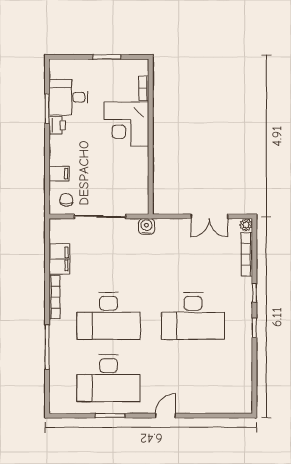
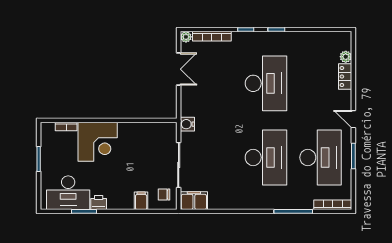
desk: (68, 97) -> (68, 193), width x1.37
filing cabinet: (59, 259) -> (194, 201), moved
bookcase: (55, 297) -> (333, 205), moved
locker: (201, 406) -> (345, 77), added
plant: (223, 407) -> (346, 57), added
door: (165, 416) -> (353, 119), moved

